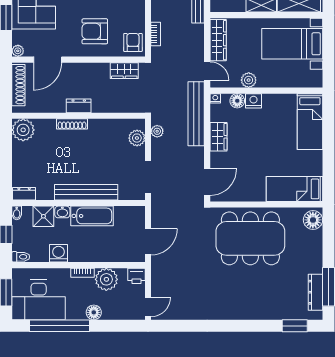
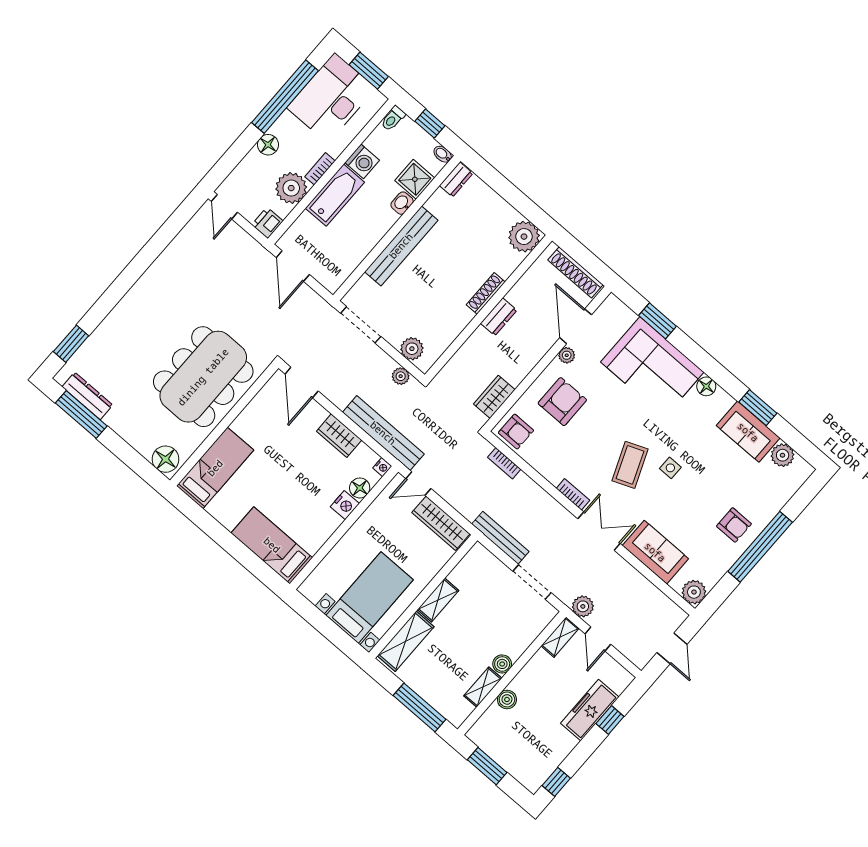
plant: (18, 51) -> (567, 355), moved
plant: (249, 80) -> (371, 519), removed
bathtub: (92, 216) -> (335, 195), moved, turned 180

